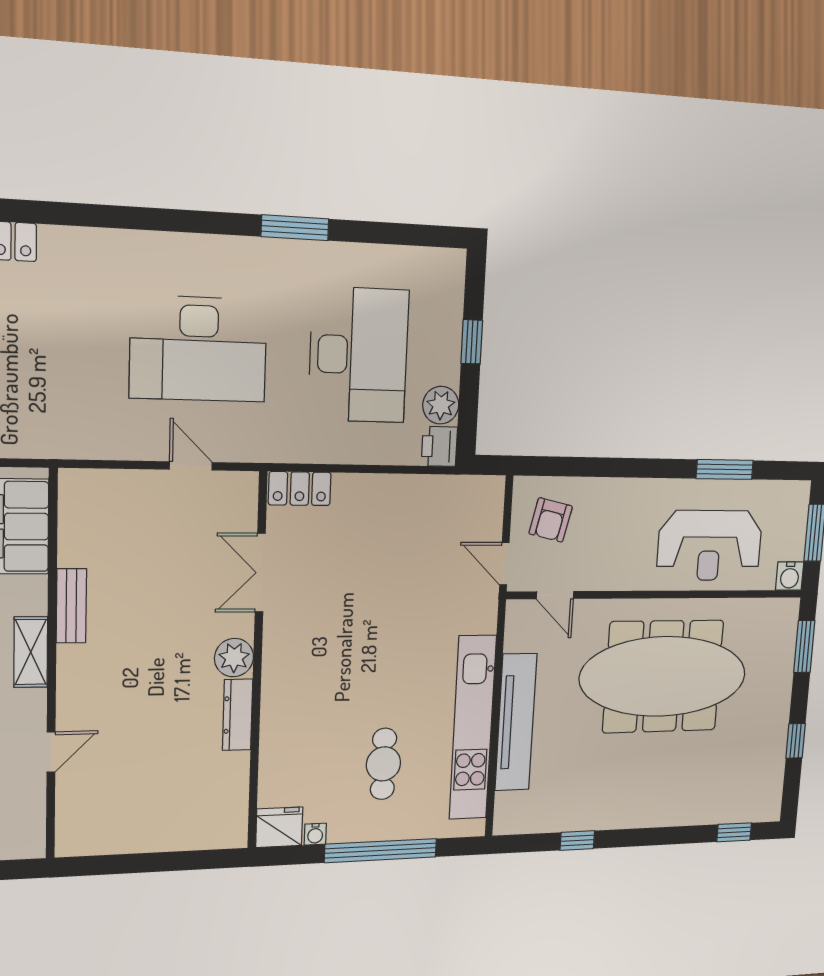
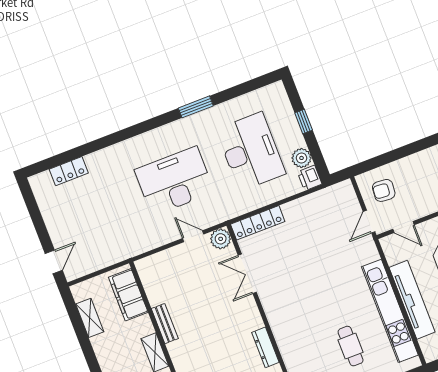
desk: (198, 349) -> (175, 181), turned 180
locker: (300, 489) -> (258, 223), width x1.53
armchair: (551, 520) -> (384, 190), turned 82
door: (504, 564) -> (369, 222), hinge flipped
plant: (234, 658) -> (221, 239), moved

